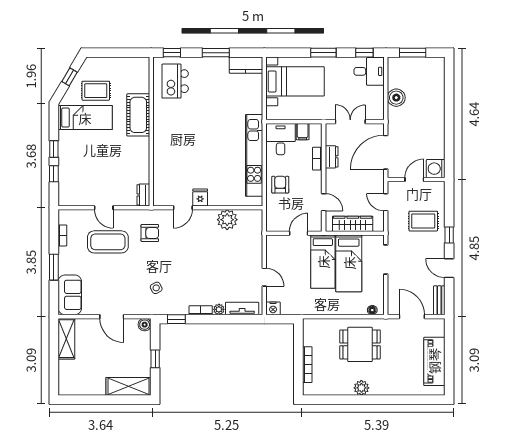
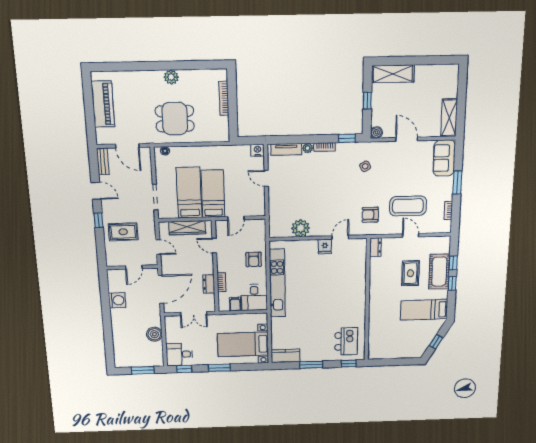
rug: (96, 91) -> (410, 273), moved, turned 90
cot: (138, 115) -> (439, 272), moved
washing machine: (436, 169) -> (117, 300), moved

